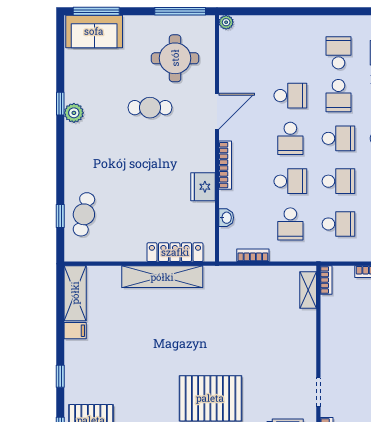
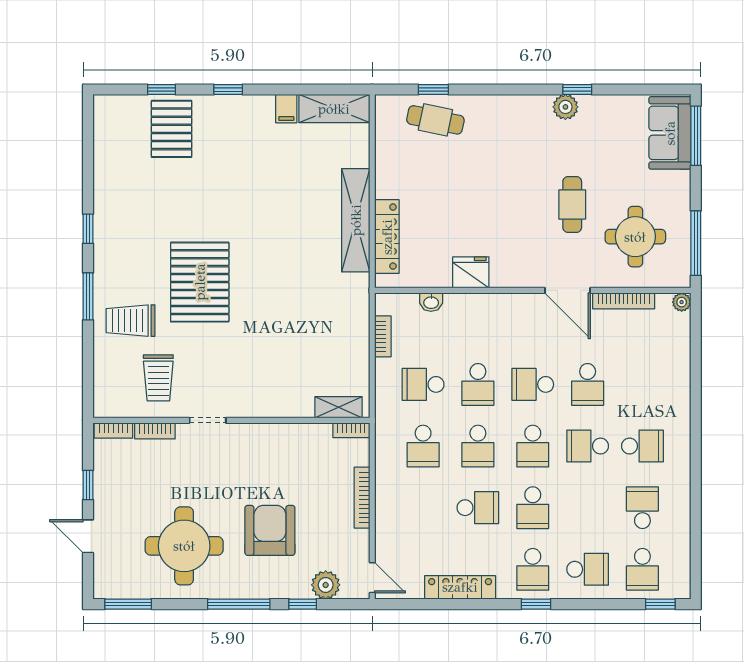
bookcase: (225, 165) -> (624, 301), moved

